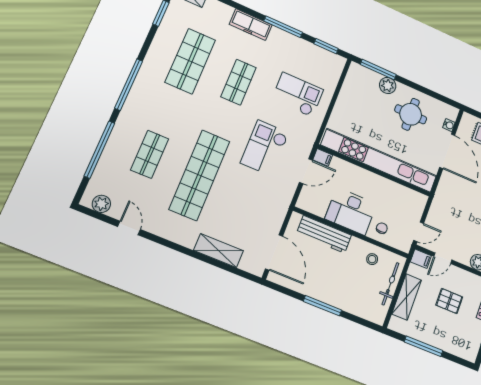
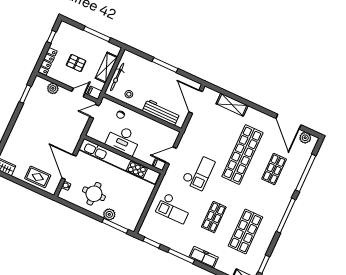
desk: (351, 211) -> (123, 140), moved, turned 180
door: (129, 228) -> (288, 122), width x1.88

